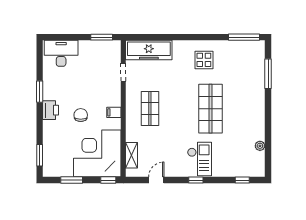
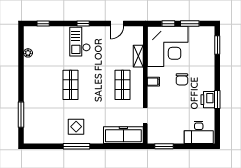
window: (244, 37) -> (76, 146), moved
shop shelf: (211, 109) -> (70, 85), width x0.70, depth x0.74
printer: (51, 110) -> (208, 100), moved
shelving: (132, 155) -> (138, 56), moved
window: (108, 180) -> (168, 24), moved

